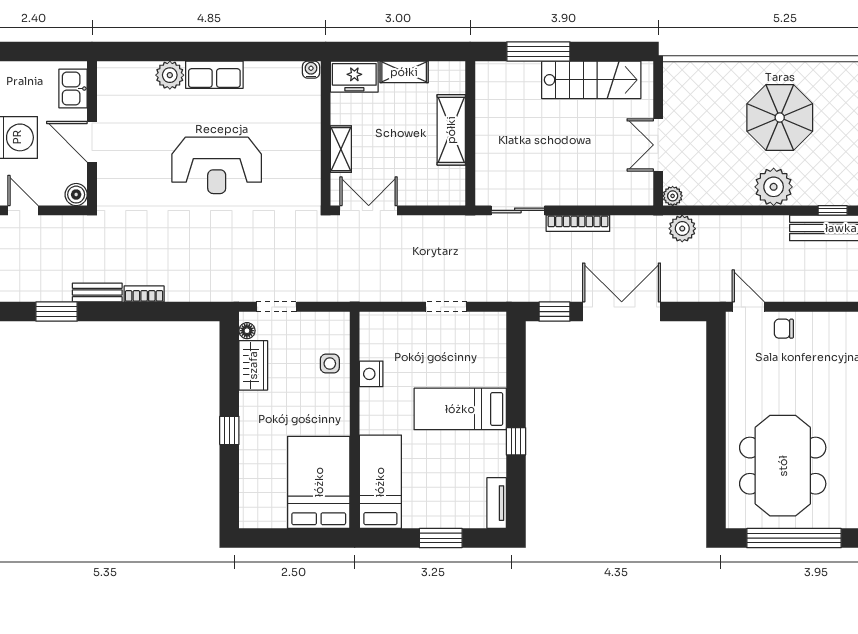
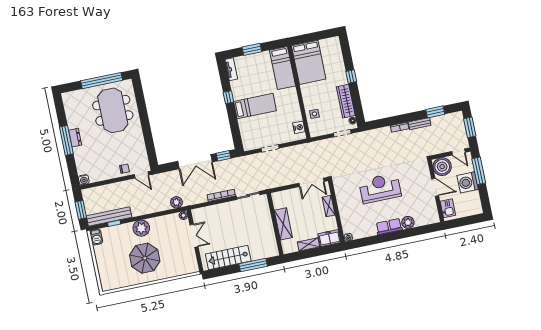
boiler: (76, 195) -> (442, 167), width x1.86, depth x1.86
wardrobe: (253, 365) -> (346, 101), width x1.50
nightstand: (371, 374) -> (299, 127), moved

